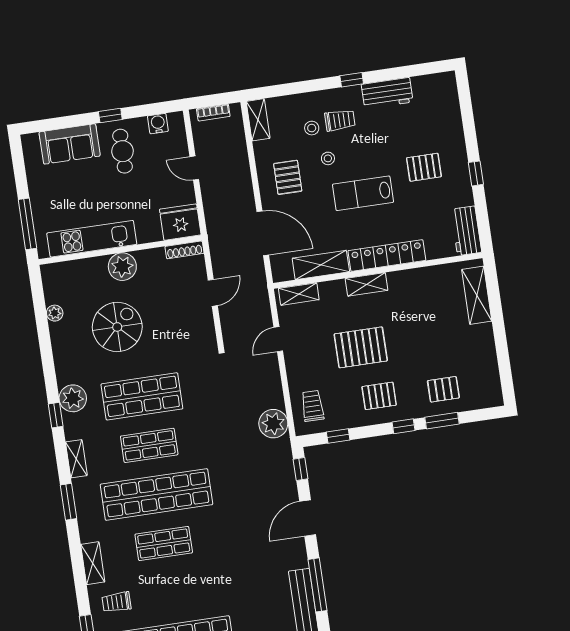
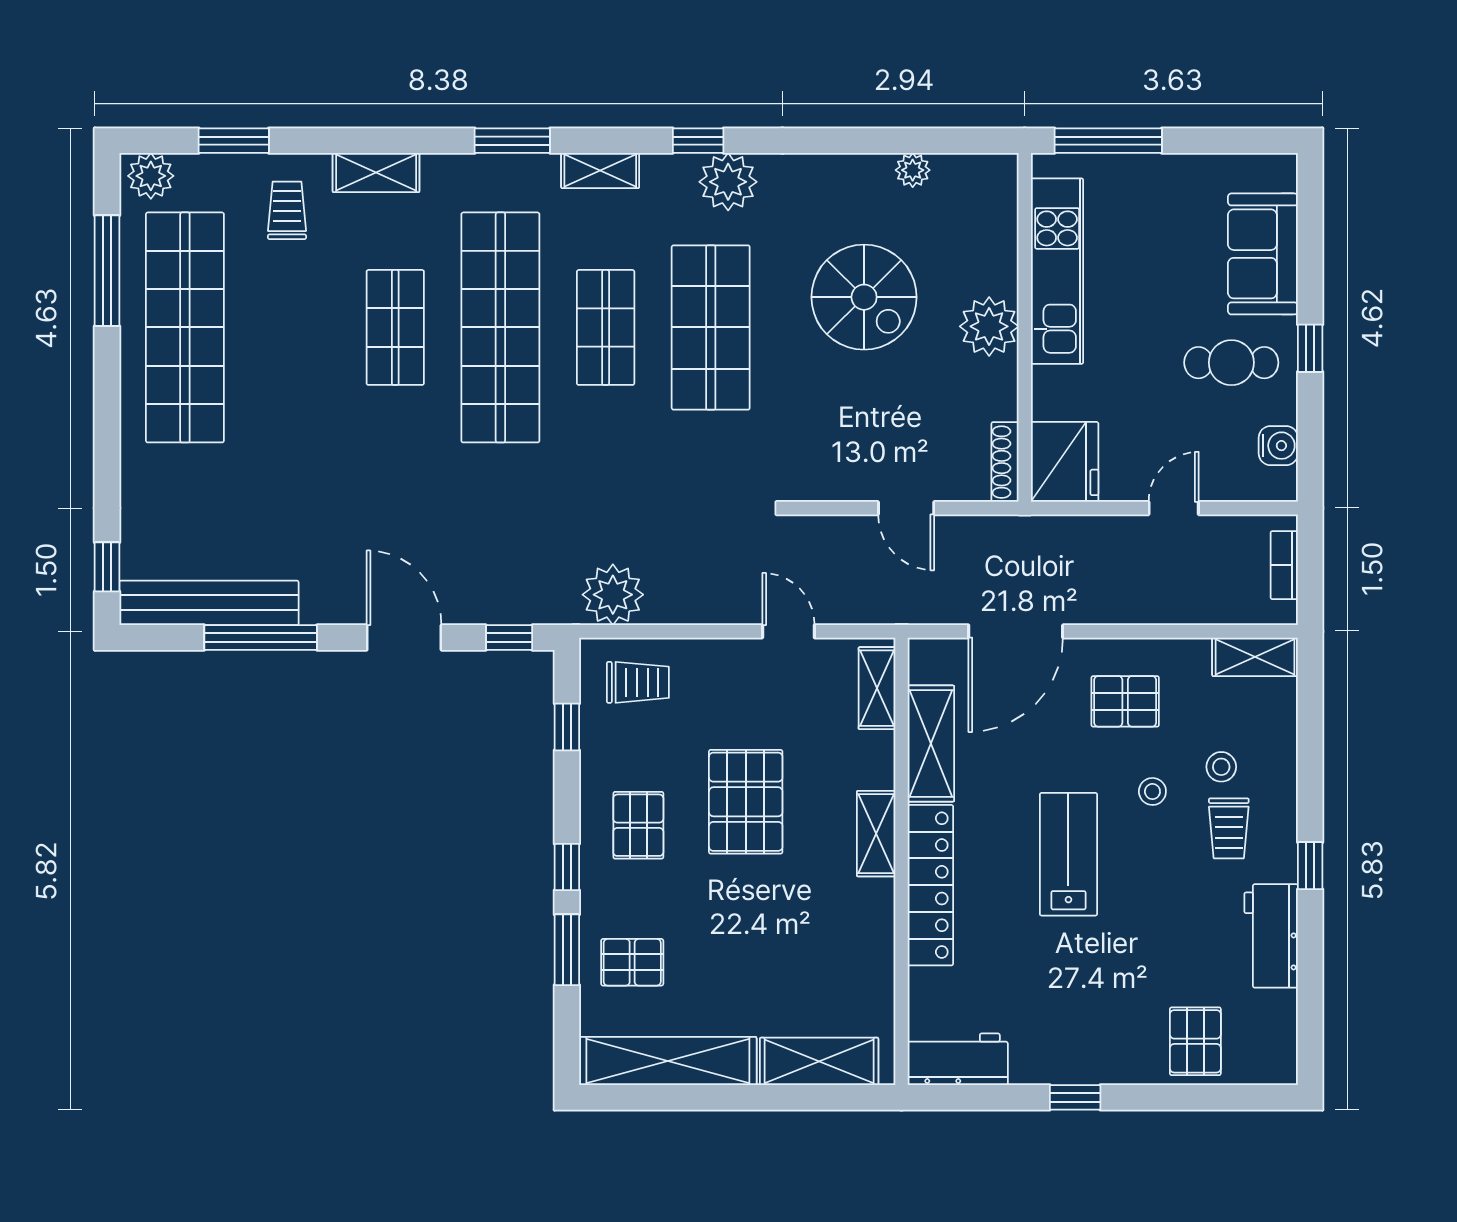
pallet: (424, 167) -> (1195, 1041), moved
shelving: (487, 366) -> (668, 1061), added
pallet: (443, 389) -> (632, 962), turned 90

